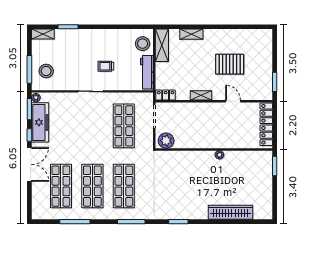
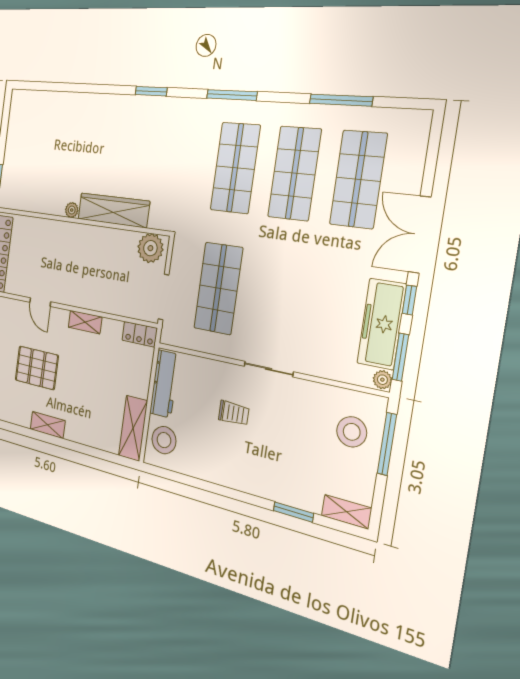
shelving: (191, 34) -> (48, 425), moved
wardrobe: (230, 212) -> (113, 210), moved, turned 180

